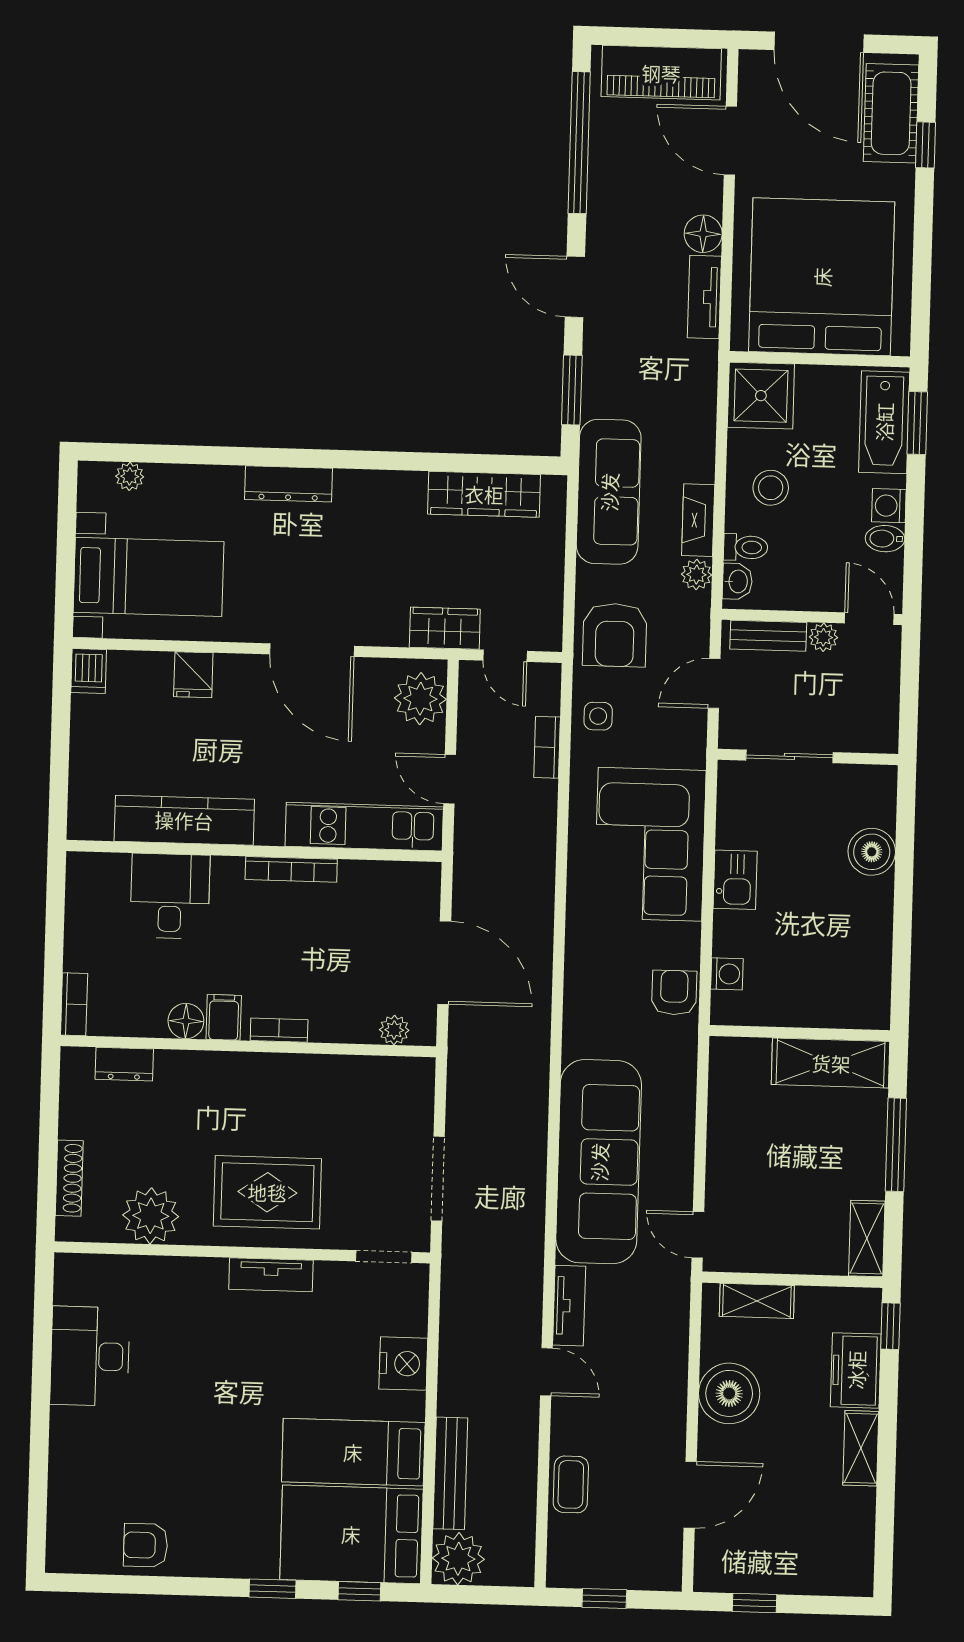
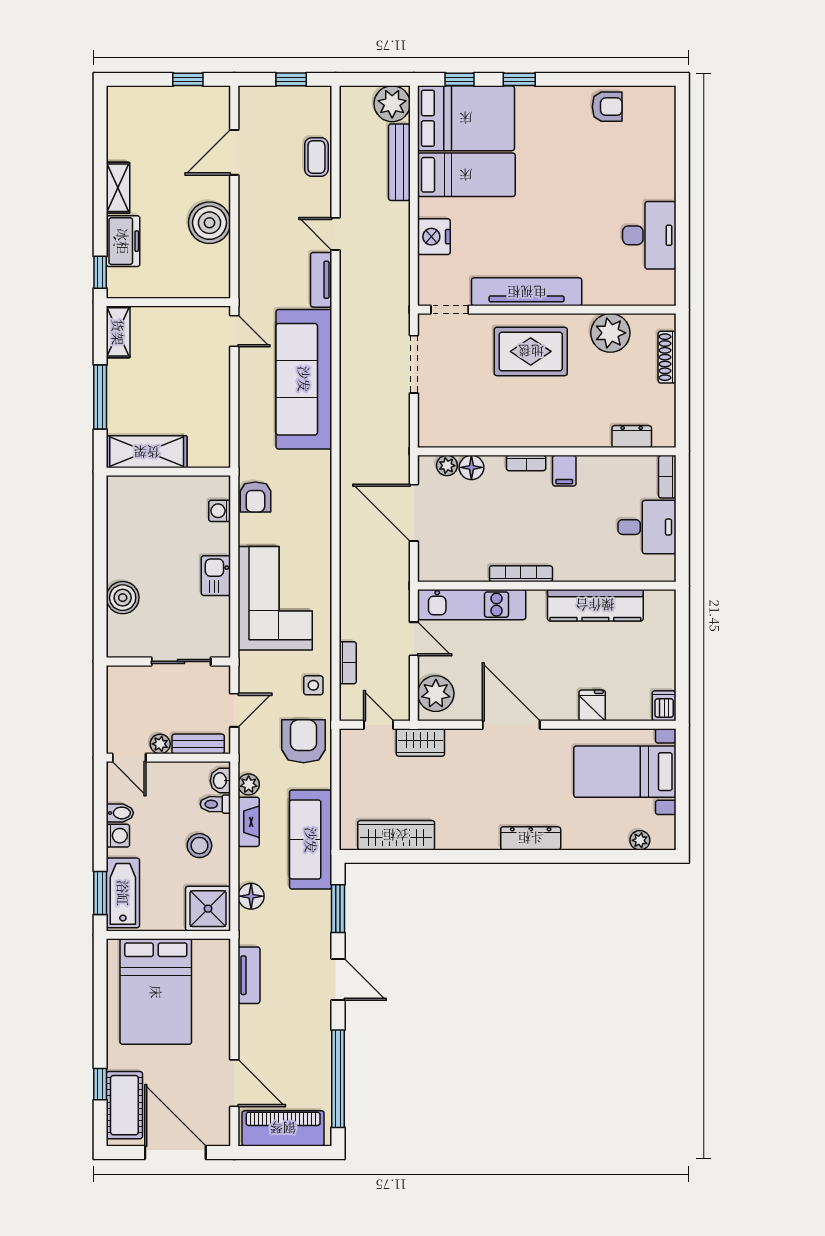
floor lamp: (703, 234) -> (251, 896), moved
bed: (822, 277) -> (156, 992), width x0.73
desk: (170, 896) -> (647, 527), moved, turned -90
floor lamp: (186, 1021) -> (471, 467), moved
tv unit: (271, 1275) -> (527, 292), width x1.92, depth x1.29
shelving: (757, 1301) -> (192, 287), removed

